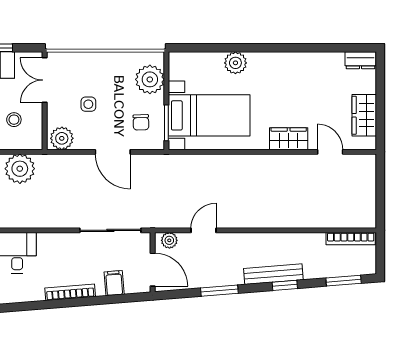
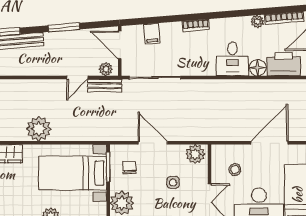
plant: (20, 169) -> (39, 129), moved
bench: (170, 221) -> (105, 86), added
bookcase: (70, 292) -> (196, 25), width x0.64

